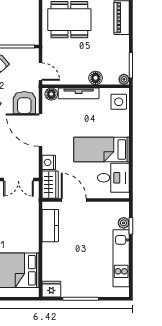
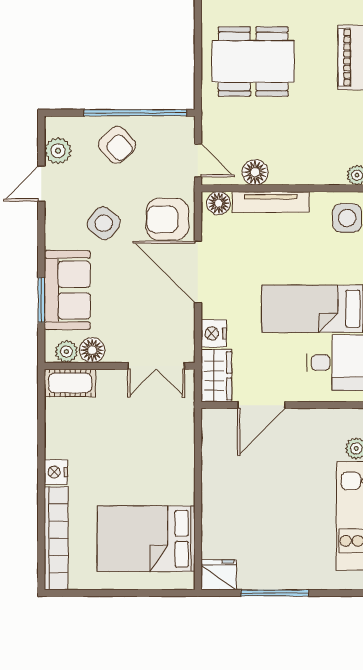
floor lamp: (96, 78) -> (255, 172), moved
armchair: (24, 102) -> (167, 219), turned 90
door: (74, 200) -> (261, 405), swing flipped
kitchen counter: (50, 226) -> (217, 454), removed

